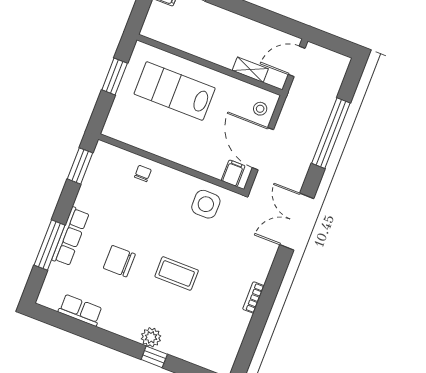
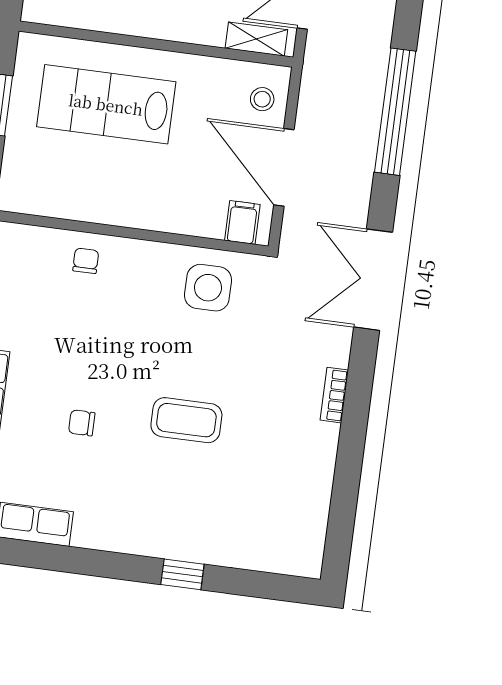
shelving: (250, 70) -> (256, 39), moved
chair: (119, 261) -> (82, 423), width x0.54, depth x0.54
bookcase: (253, 297) -> (334, 395), moved
plant: (151, 337) -> (169, 542), removed

